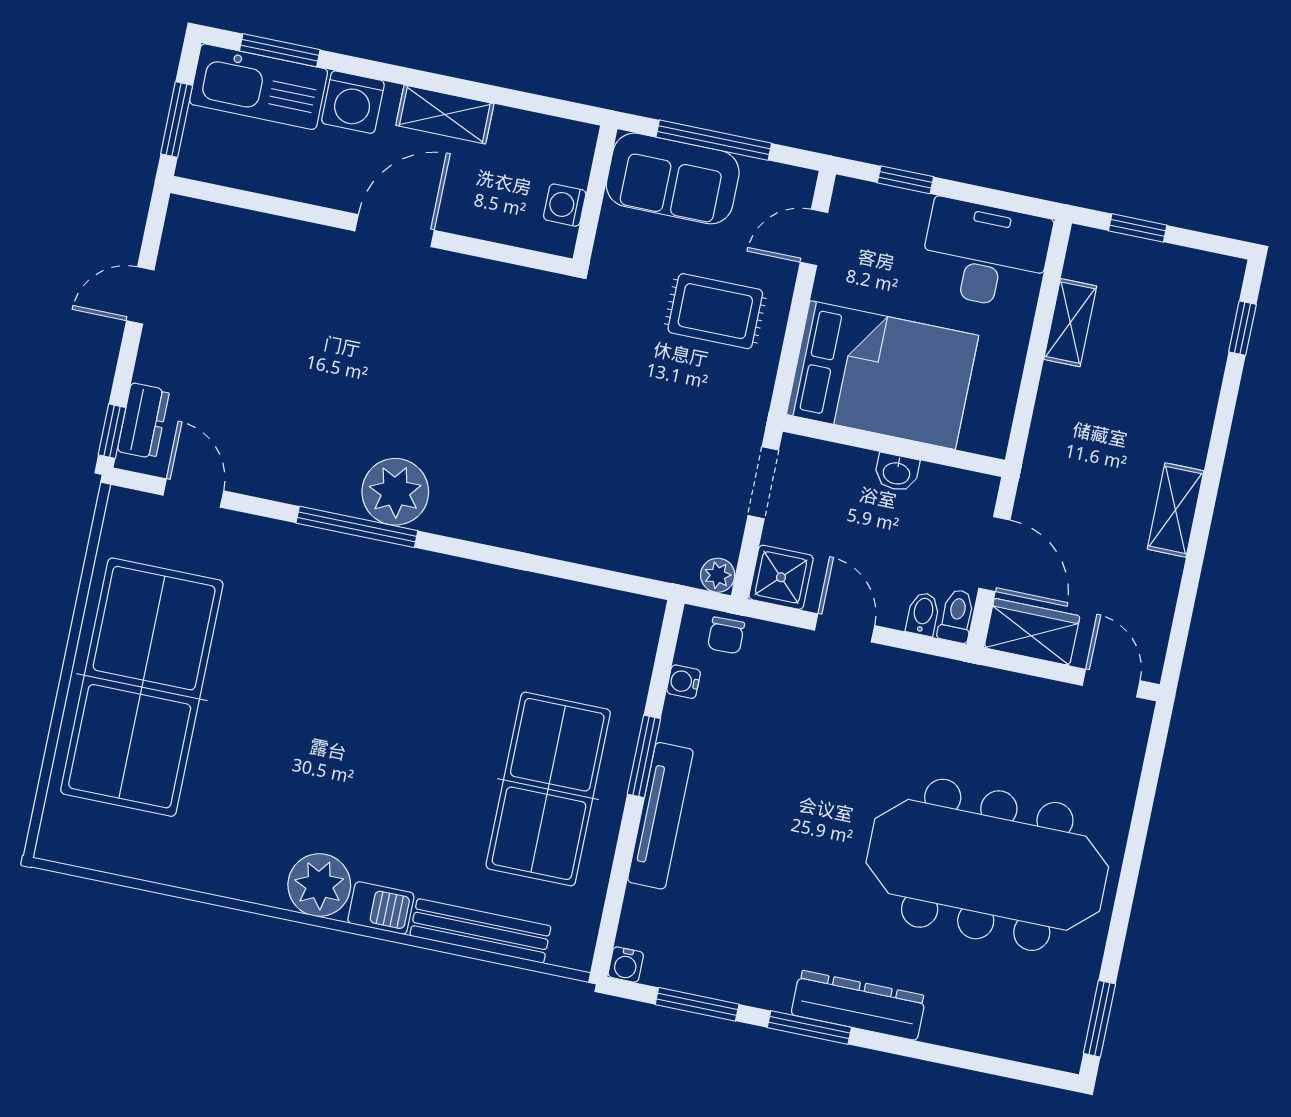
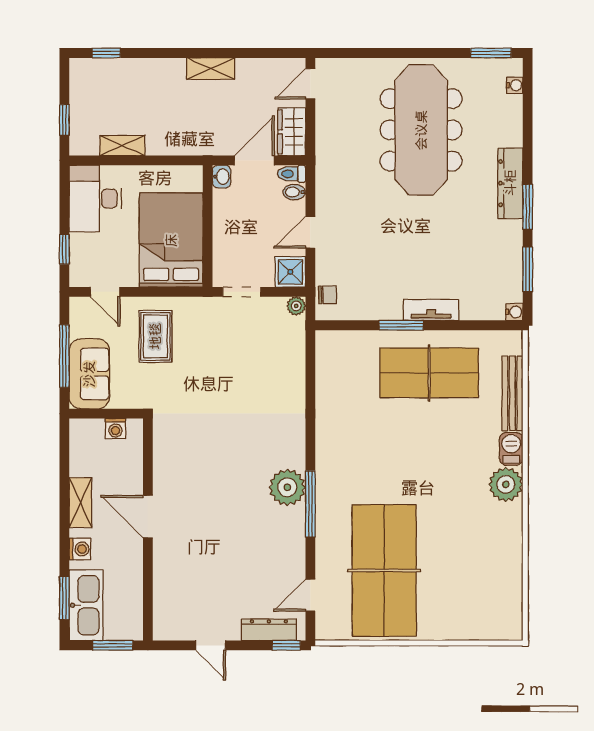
washing machine: (353, 102) -> (80, 549), width x0.73, depth x0.73
dresser: (143, 421) -> (269, 630), width x1.44
washbasin: (897, 472) -> (222, 177), moved
water cooler: (684, 682) -> (515, 85), moved, turned -90
table tennis table: (142, 687) -> (384, 570), moved, turned 90
tv unit: (660, 816) -> (431, 310), width x0.71

